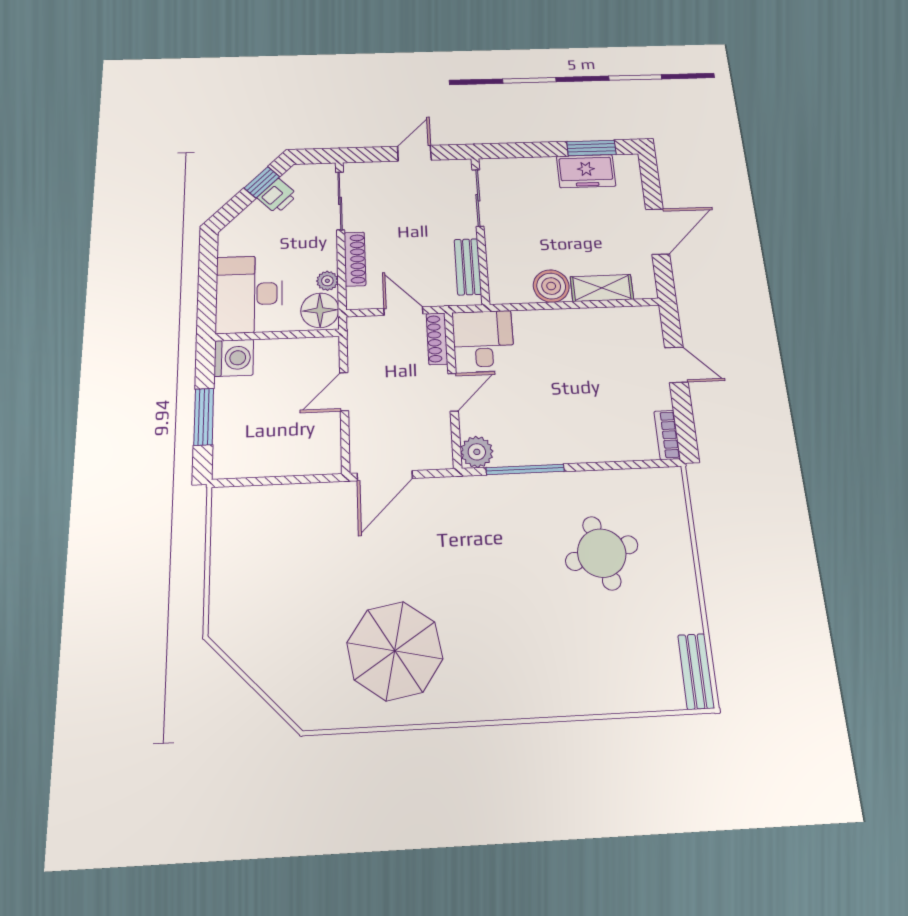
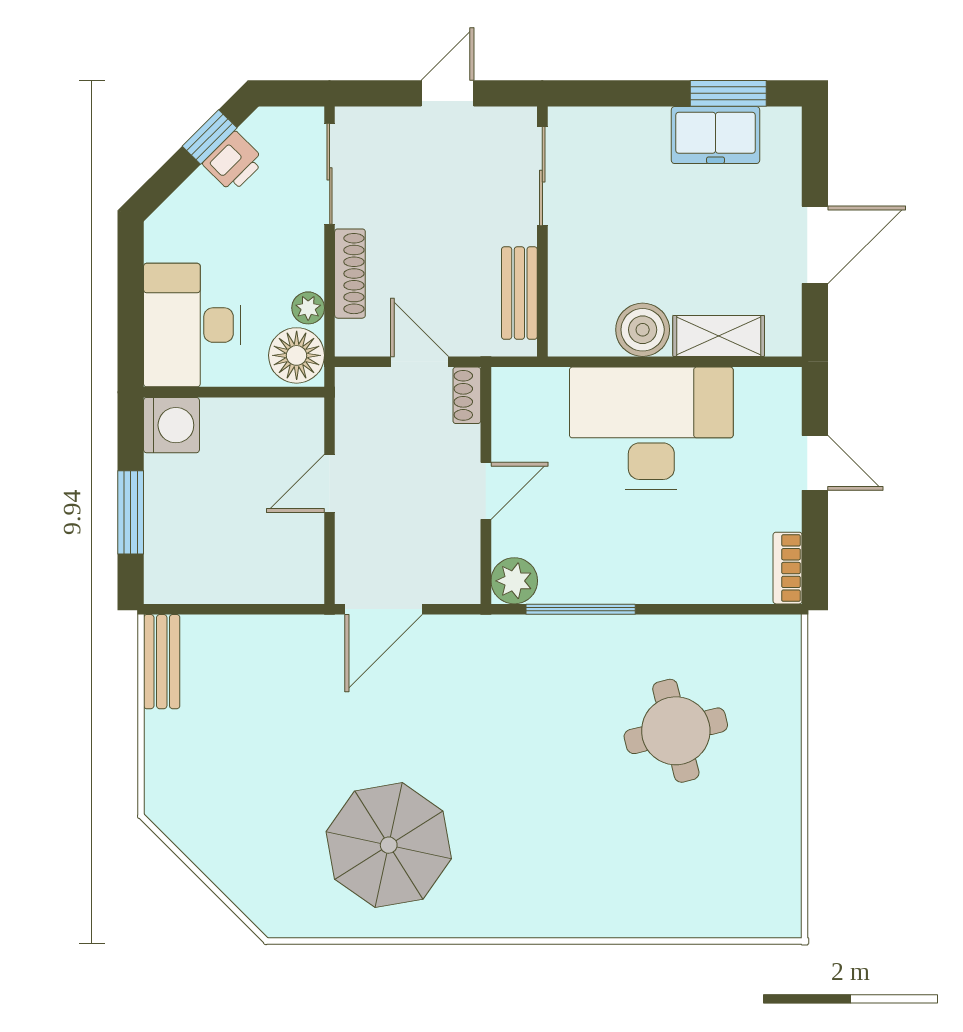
shoe rack: (437, 339) -> (467, 395), width x0.70
desk: (483, 341) -> (651, 428), moved, width x1.87, depth x1.30
bench: (696, 671) -> (162, 662), moved

